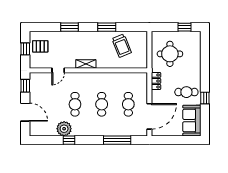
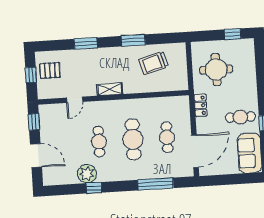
trolley: (122, 46) -> (154, 63), turned 95
cafe table: (102, 104) -> (133, 139), width x1.37, depth x1.35

